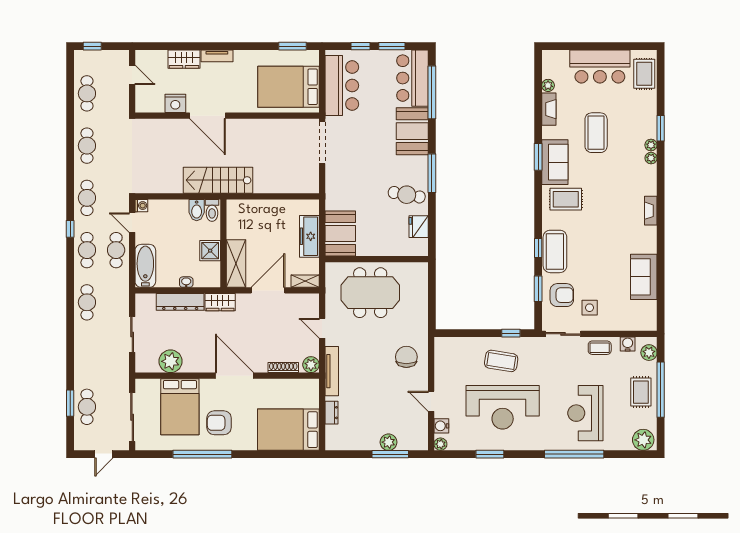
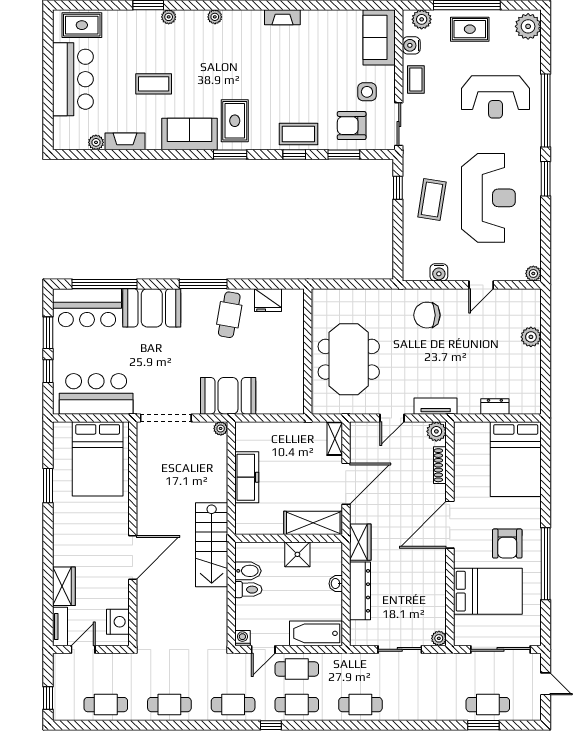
window: (292, 46) -> (48, 486), moved
tv unit: (217, 56) -> (60, 626), moved
nightstand: (175, 103) -> (118, 622), moved
coffee table: (596, 133) -> (154, 84), width x0.73, depth x0.76
window: (538, 157) -> (230, 155), moved
plant: (651, 158) -> (215, 17), moved
plant: (313, 188) -> (221, 428), added
toilet: (212, 210) -> (248, 590), moved
fireplace: (651, 211) -> (282, 17), moved
booth: (340, 233) -> (228, 396), moved
freezer: (309, 236) -> (247, 477), moved, turned -90
coffee table: (555, 251) -> (298, 134), width x0.73, depth x0.76
sofa: (644, 277) -> (379, 37), moved, turned 90
door: (268, 290) -> (346, 484), swing flipped
armchair: (562, 295) -> (352, 126), turned -90
plant: (171, 361) -> (439, 638), moved, width x0.53, depth x0.53
tv unit: (332, 371) -> (436, 406), width x0.71
water cooler: (441, 426) -> (439, 272), moved
window: (390, 454) -> (546, 335), removed
window: (490, 454) -> (546, 179), moved

